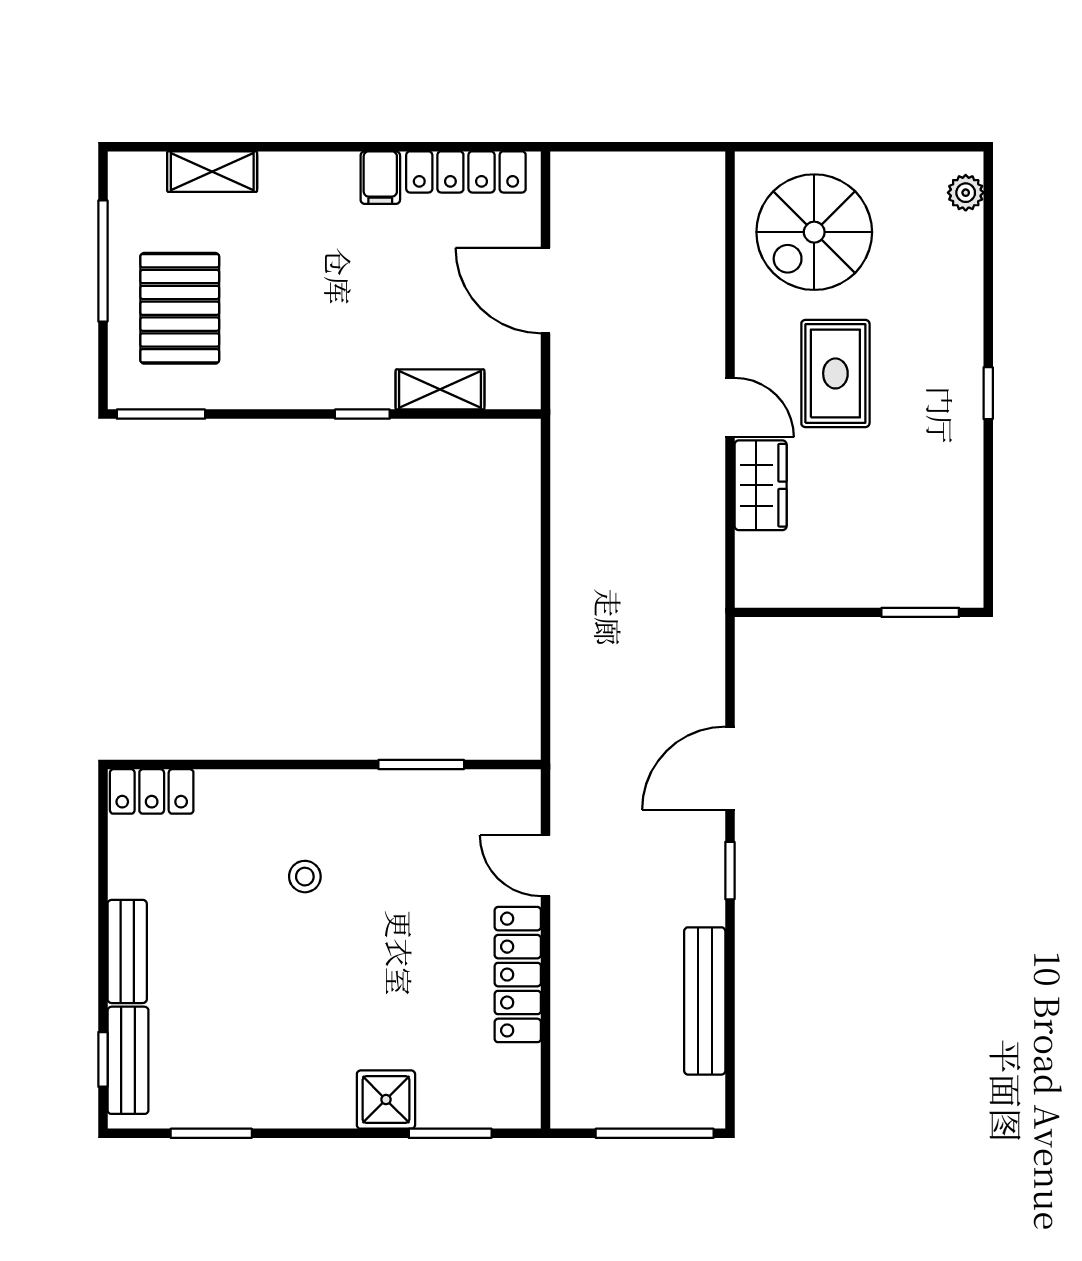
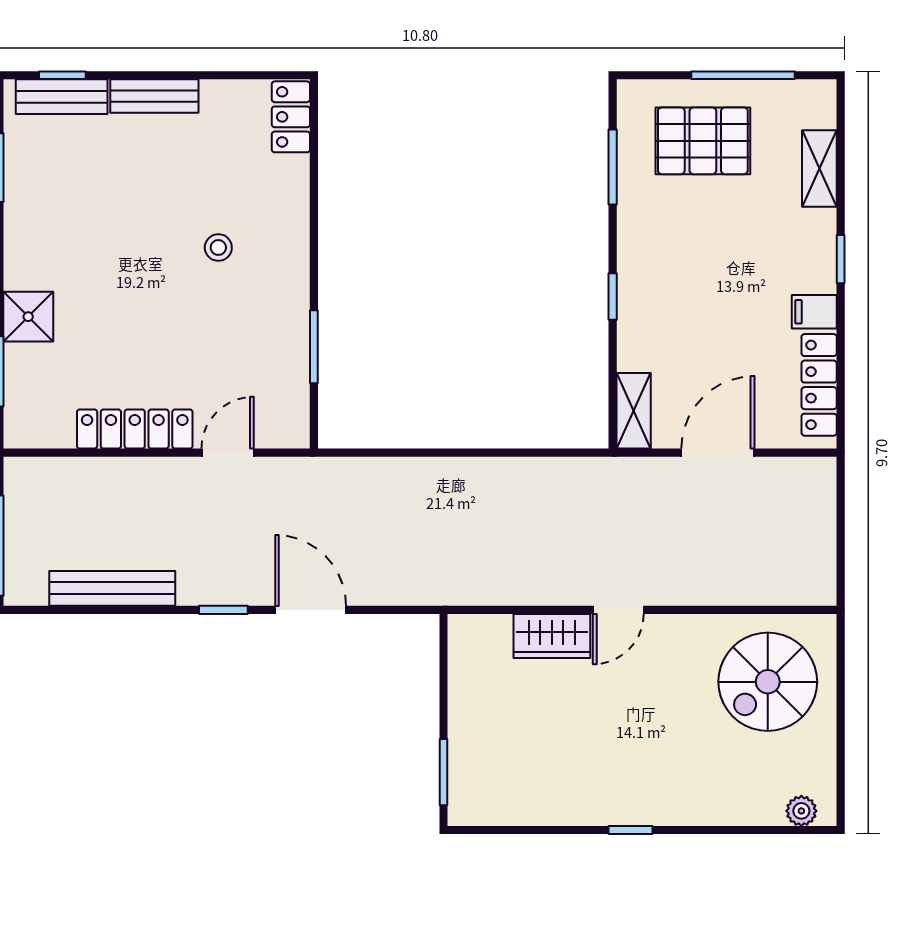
window: (319, 147) -> (841, 259), added
spiral stairs: (814, 232) -> (768, 682), turned -90
rug: (835, 373) -> (647, 700), removed
shelving: (440, 389) -> (634, 411), moved
window: (161, 414) -> (613, 167), moved

